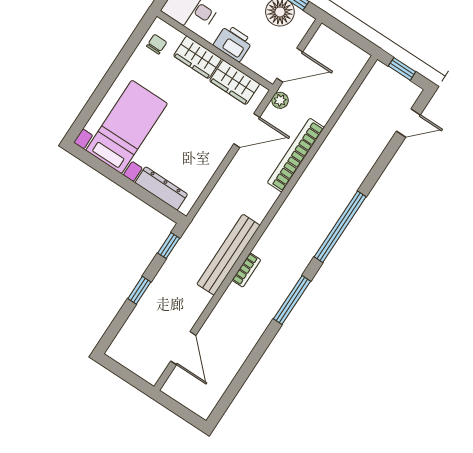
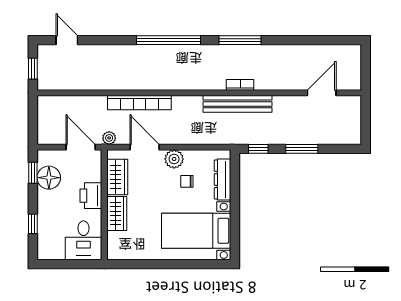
chair: (157, 44) -> (187, 181), moved
plant: (215, 153) -> (174, 159), added
window: (139, 290) -> (302, 149), width x1.50

